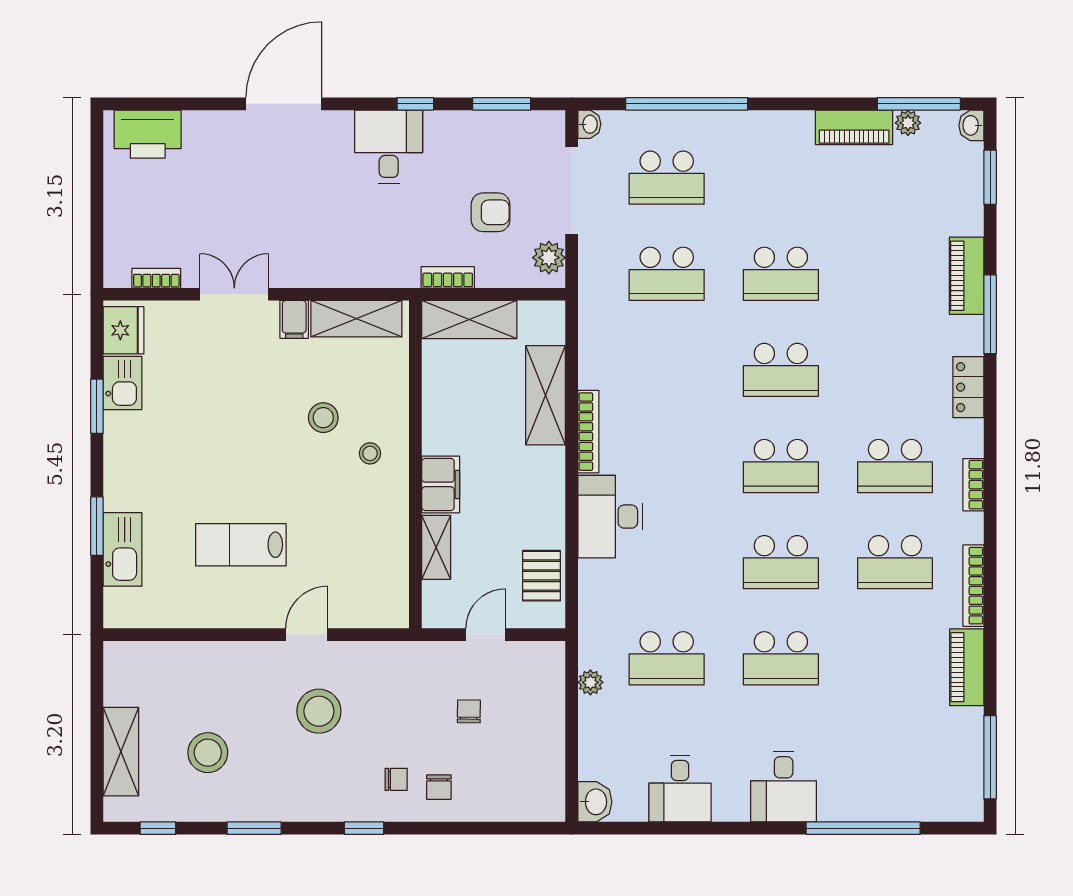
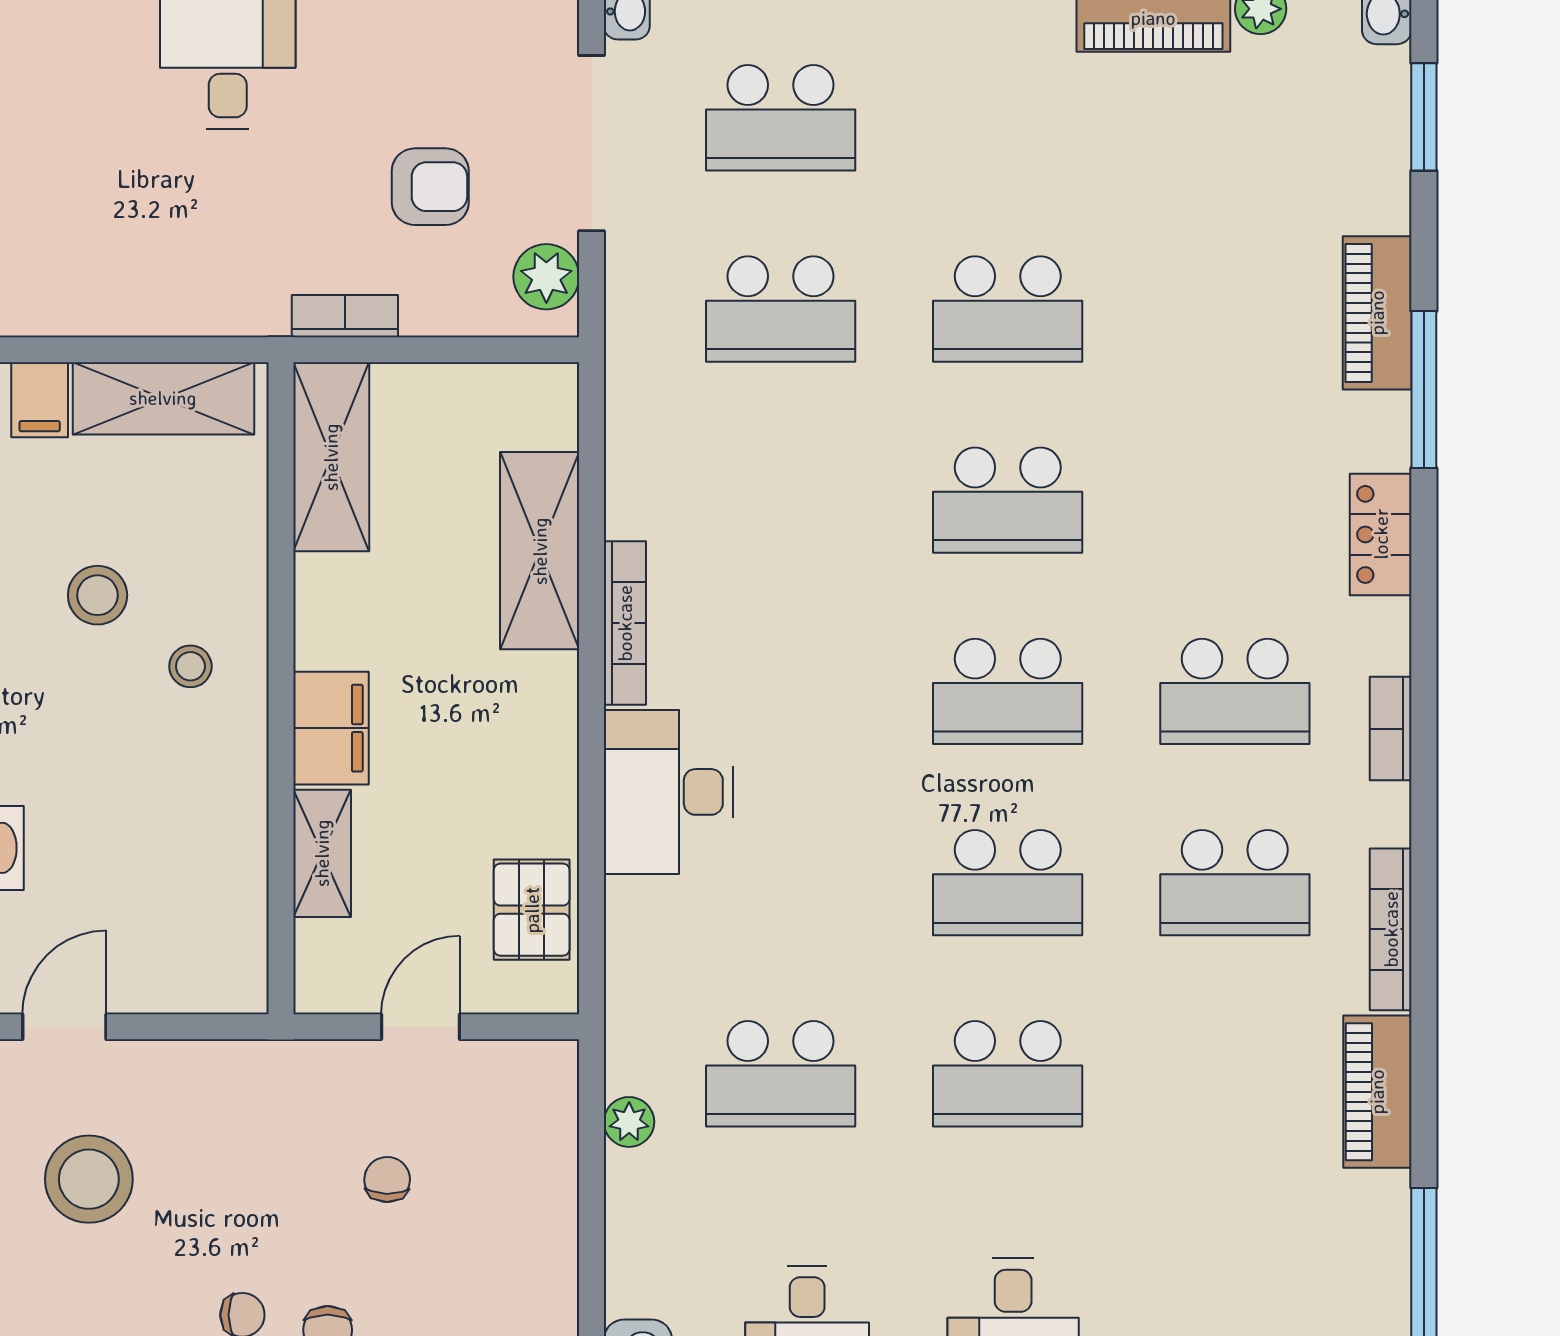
shelving: (469, 320) -> (331, 457), moved, turned 90

